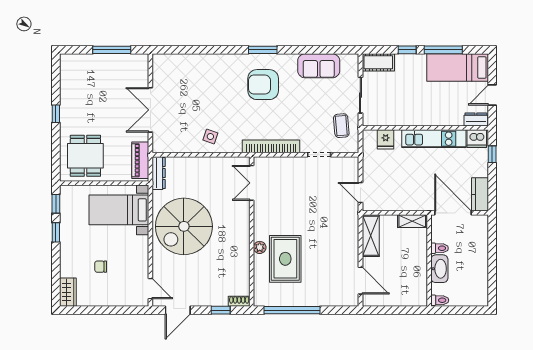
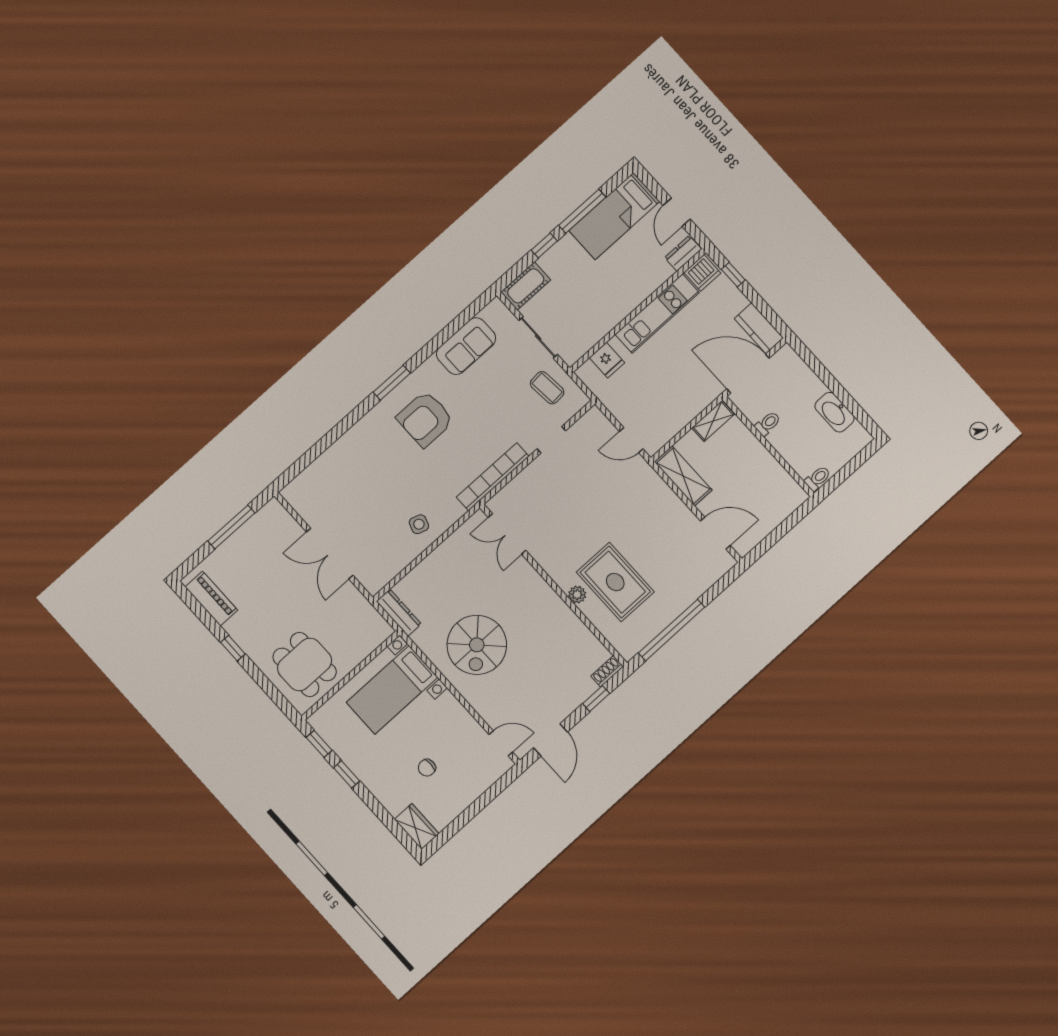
piano: (140, 160) -> (211, 599), moved, turned 180
spiral stairs: (184, 226) -> (477, 645), width x0.73, depth x0.73
washbasin: (439, 269) -> (835, 412), moved, turned 180

